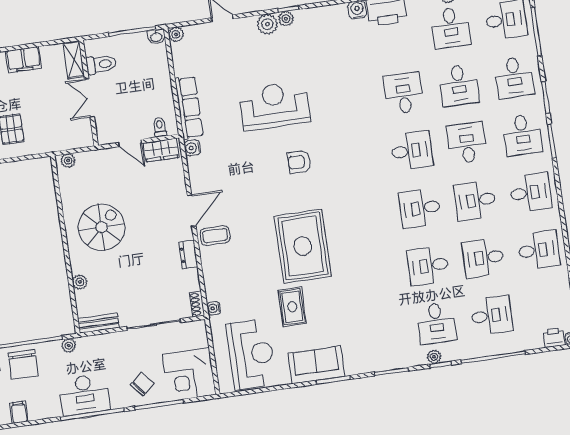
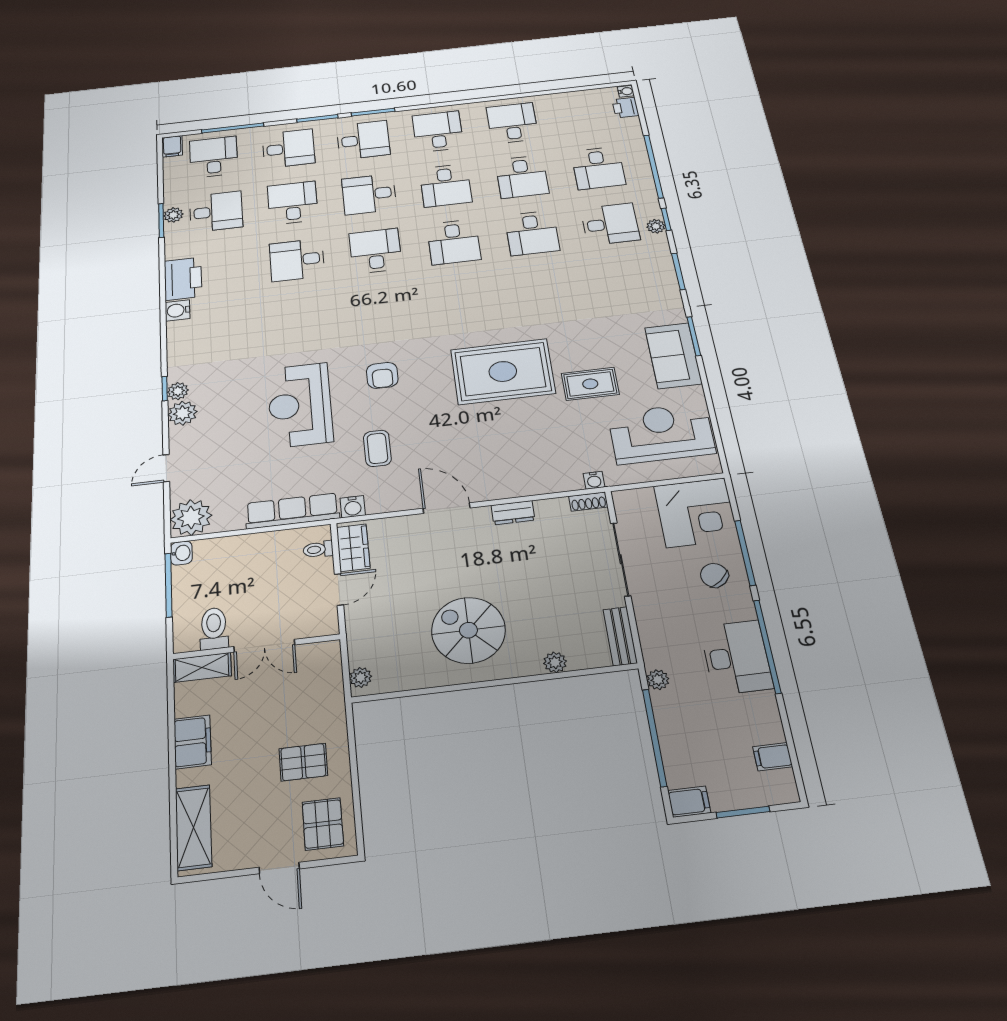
plant: (176, 34) -> (191, 517), width x1.88, depth x1.88
desk: (459, 85) -> (293, 203), turned -90
coffee table: (215, 236) -> (377, 448), moved
desk: (492, 315) -> (598, 168), turned 180
chair: (23, 364) -> (692, 749), removed

